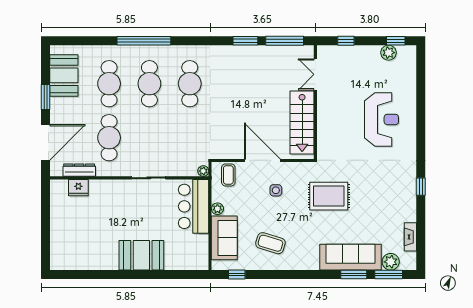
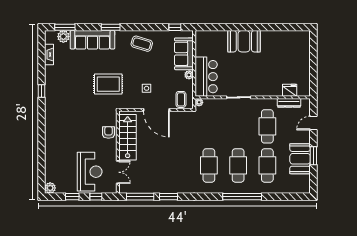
window: (396, 41) -> (72, 197), moved
plant: (389, 53) -> (50, 188), moved
booth: (64, 75) -> (300, 159), moved
reception desk: (382, 119) -> (90, 172), moved, turned 180
armchair: (328, 129) -> (109, 132), added
door: (45, 142) -> (313, 123), width x0.53
coffee table: (270, 243) -> (142, 44), moved
window: (354, 275) -> (111, 27), moved

